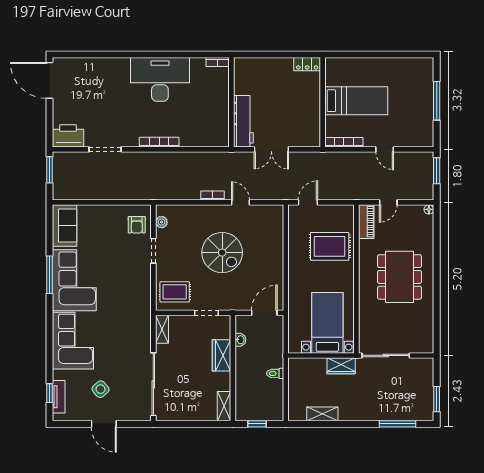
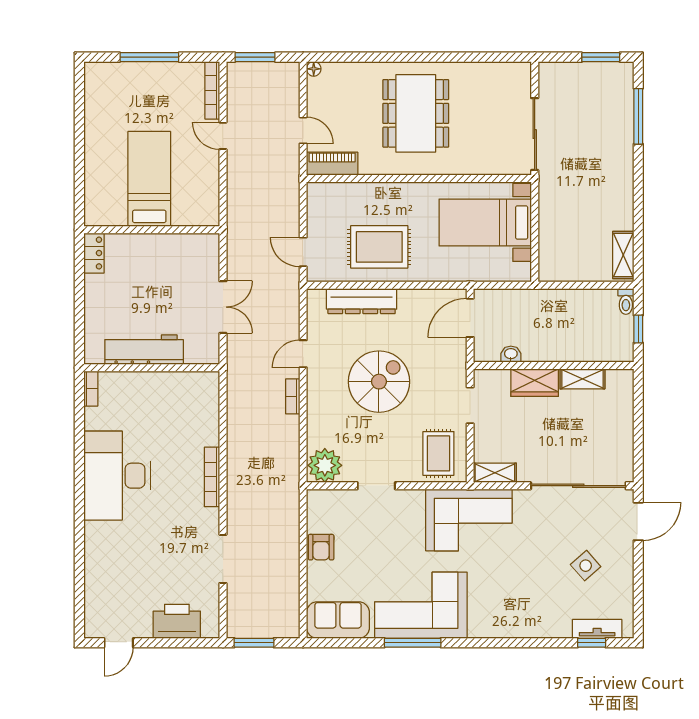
door: (50, 80) -> (119, 643), width x0.53
workbench: (243, 121) -> (144, 350), moved
printer: (68, 136) -> (177, 621), moved, turned 90
bookcase: (344, 142) -> (212, 90), moved
door: (385, 149) -> (223, 136), swing flipped
plant: (162, 222) -> (325, 465), width x1.88, depth x1.88
armchair: (137, 225) -> (321, 547), moved, turned 90
dresser: (275, 241) -> (362, 301), added
rug: (330, 246) -> (379, 247), moved, turned 90
dining table: (399, 277) -> (416, 113), turned 90
door: (264, 313) -> (470, 318), hinge flipped
corner sofa: (73, 341) -> (469, 520), moved, turned 180
wardrobe: (341, 366) -> (550, 202), removed
toilet: (275, 373) -> (626, 302), moved
shelving: (224, 406) -> (582, 379), moved
shelving: (322, 414) -> (623, 255), moved
door: (104, 424) -> (638, 521), moved

